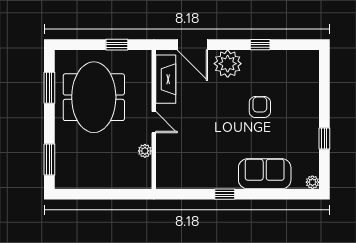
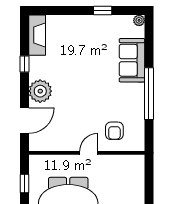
fireplace: (166, 79) -> (37, 35), moved, turned 90
armchair: (260, 107) -> (114, 131), moved, turned -90
plant: (145, 151) -> (113, 160), removed
window: (225, 194) -> (149, 94), width x3.17

